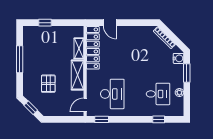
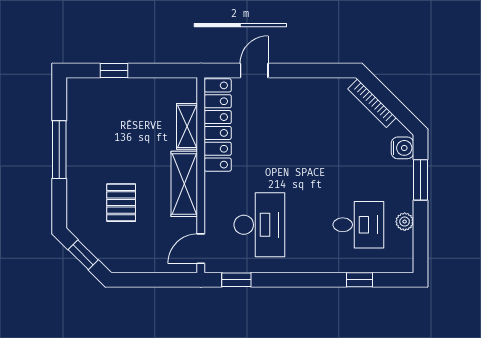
door: (110, 23) -> (254, 71), swing flipped

